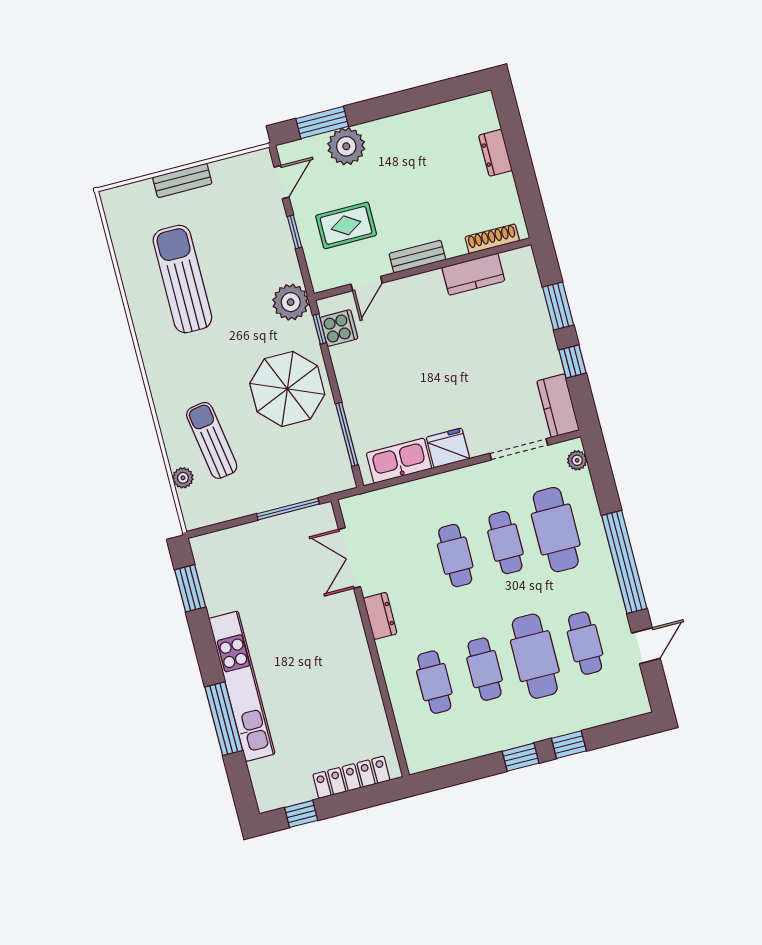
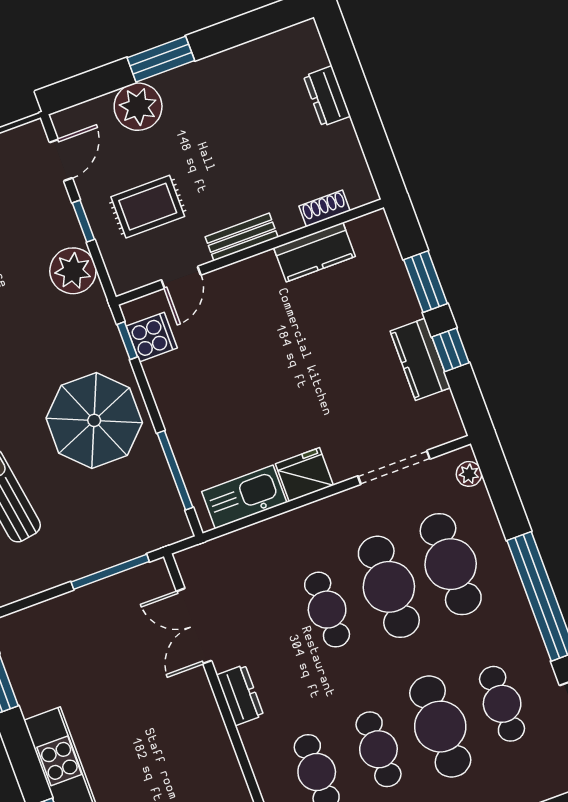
window: (322, 123) -> (161, 59), moved
shoe rack: (492, 239) -> (325, 208), width x0.70
plant: (291, 302) -> (73, 271), moved
kitchen counter: (558, 406) -> (420, 359), moved
cafe table: (505, 543) -> (389, 587), width x1.37, depth x1.35

